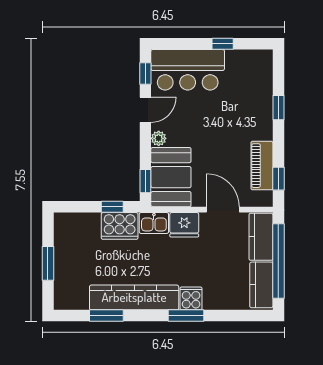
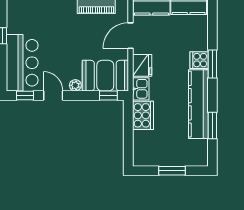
window: (112, 207) -> (128, 121), removed

